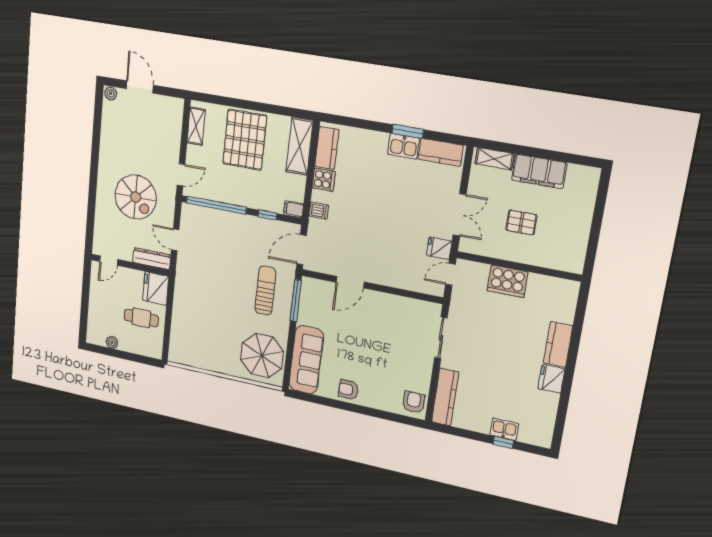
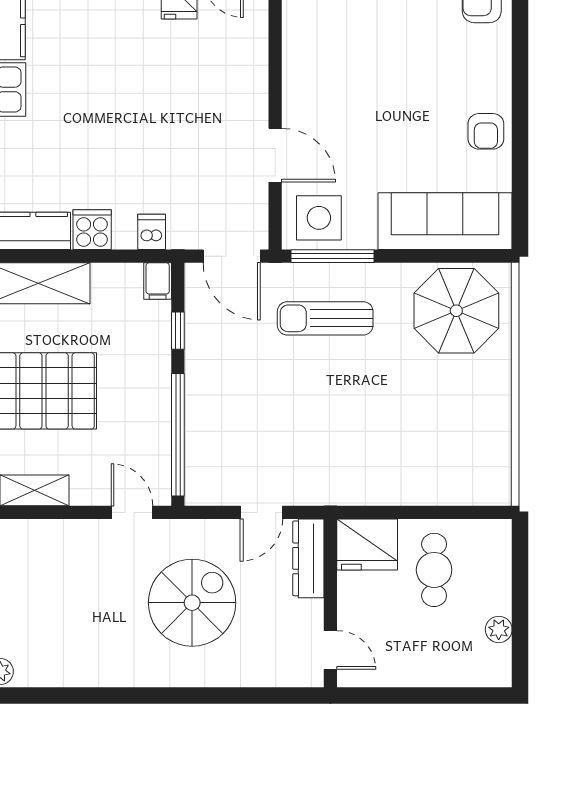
side table: (316, 298) -> (319, 218), added

